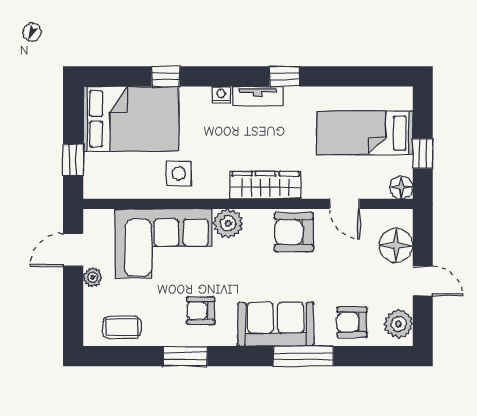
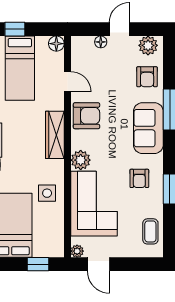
window: (423, 154) -> (15, 29), moved
door: (345, 204) -> (67, 82), hinge flipped
armchair: (294, 232) -> (86, 116), turned -90
floor lamp: (396, 245) -> (101, 42), width x0.53, depth x0.53
plant: (93, 277) -> (77, 251), moved

